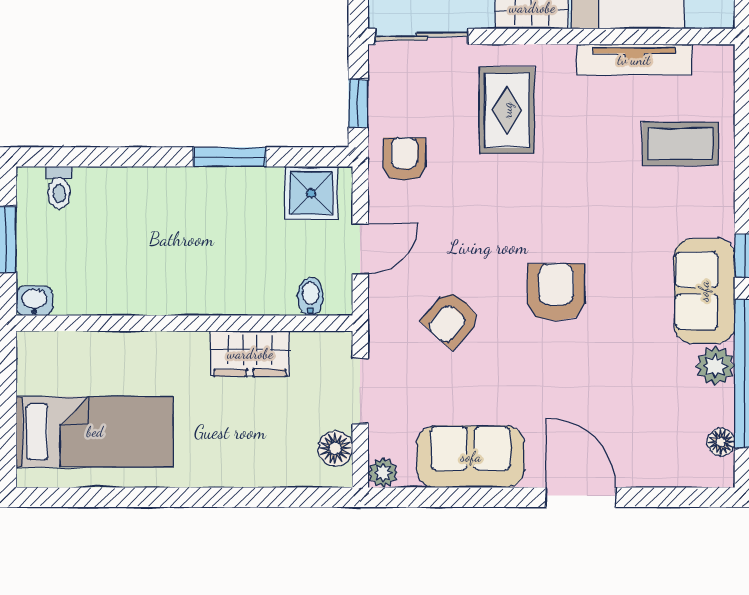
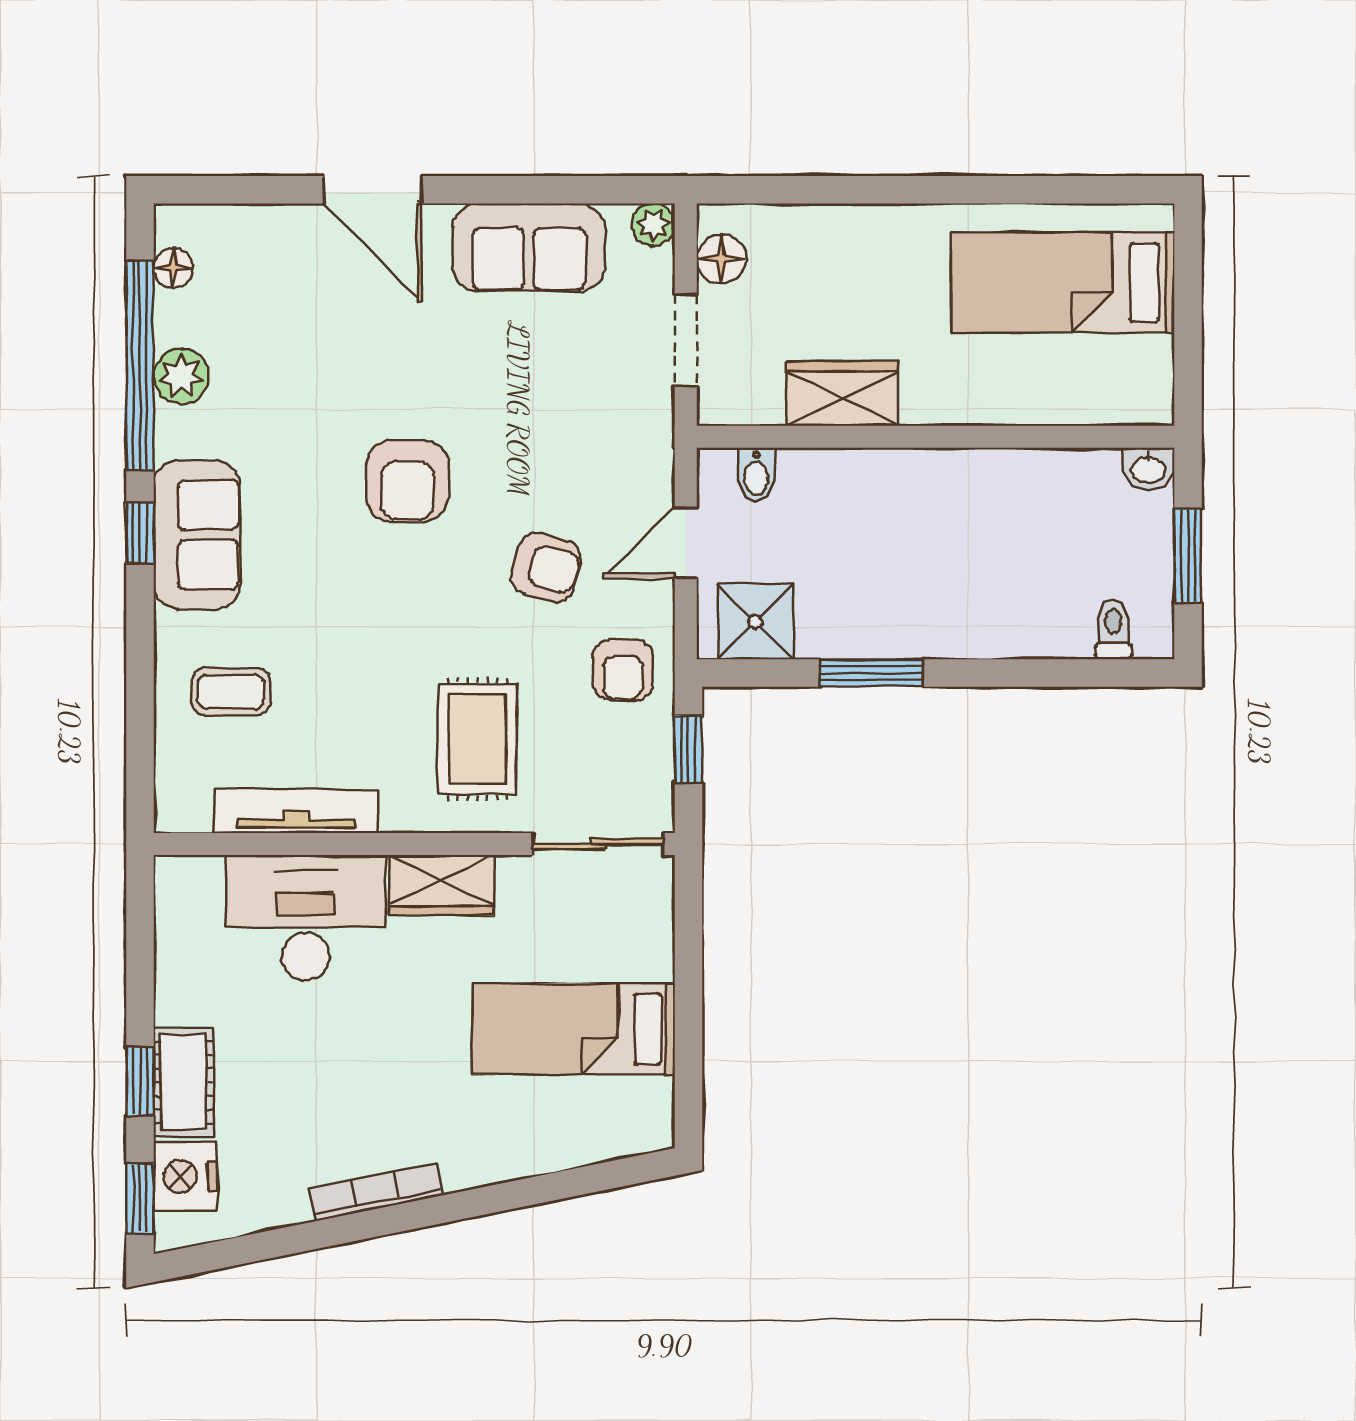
coffee table: (680, 144) -> (231, 692), width x0.73, depth x0.77
sofa: (704, 291) -> (197, 535), moved
armchair: (451, 319) -> (546, 567), moved, turned 63

